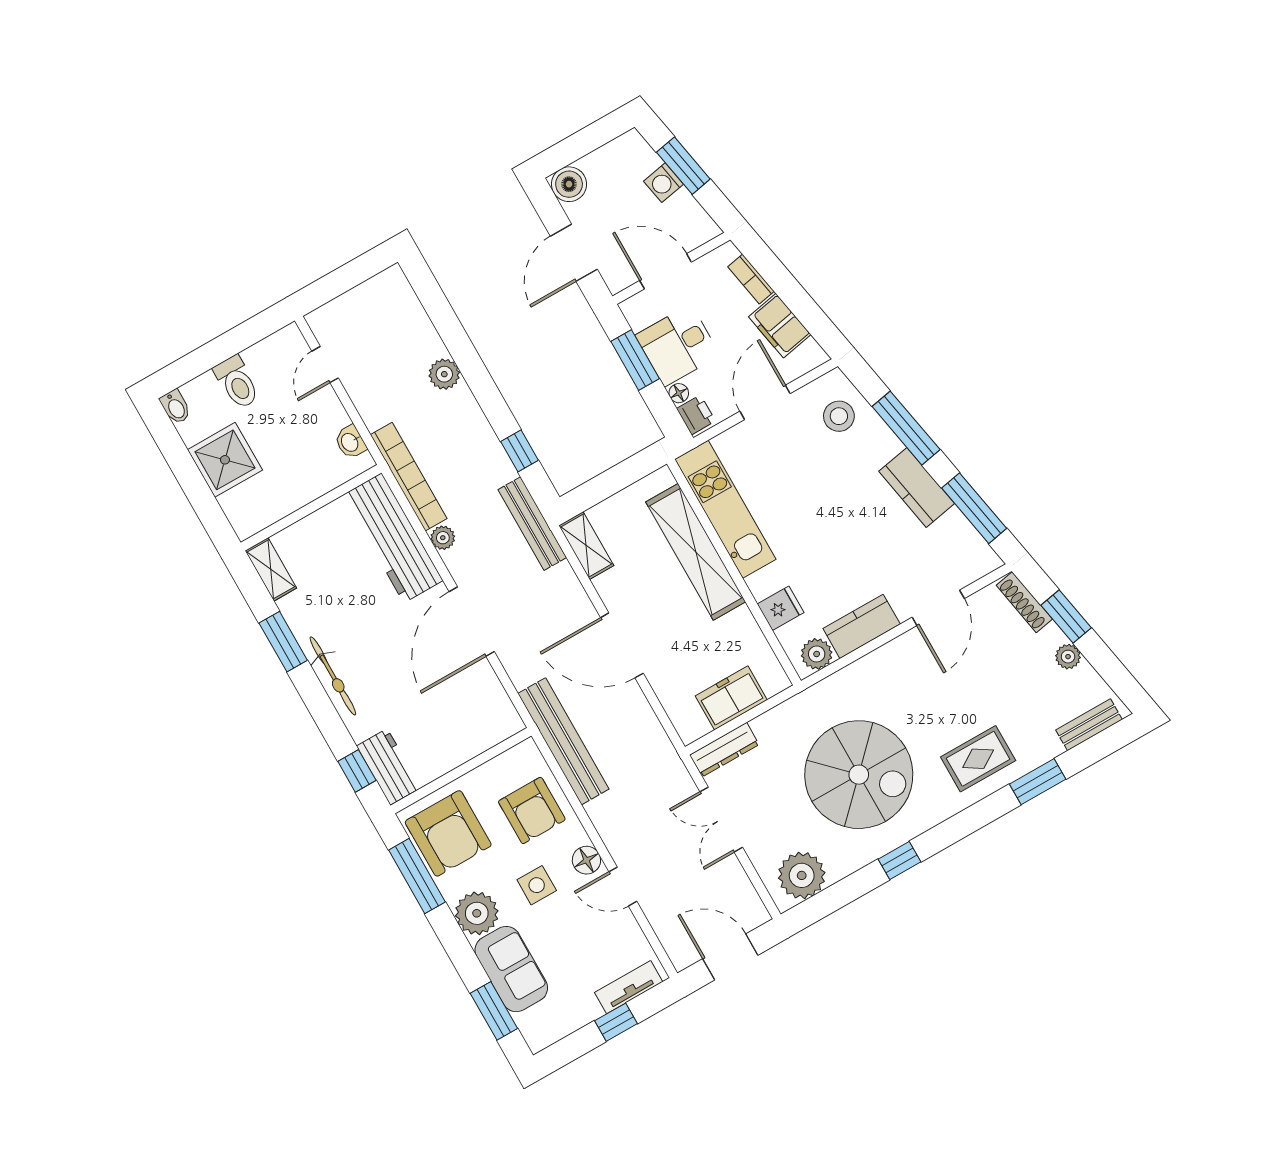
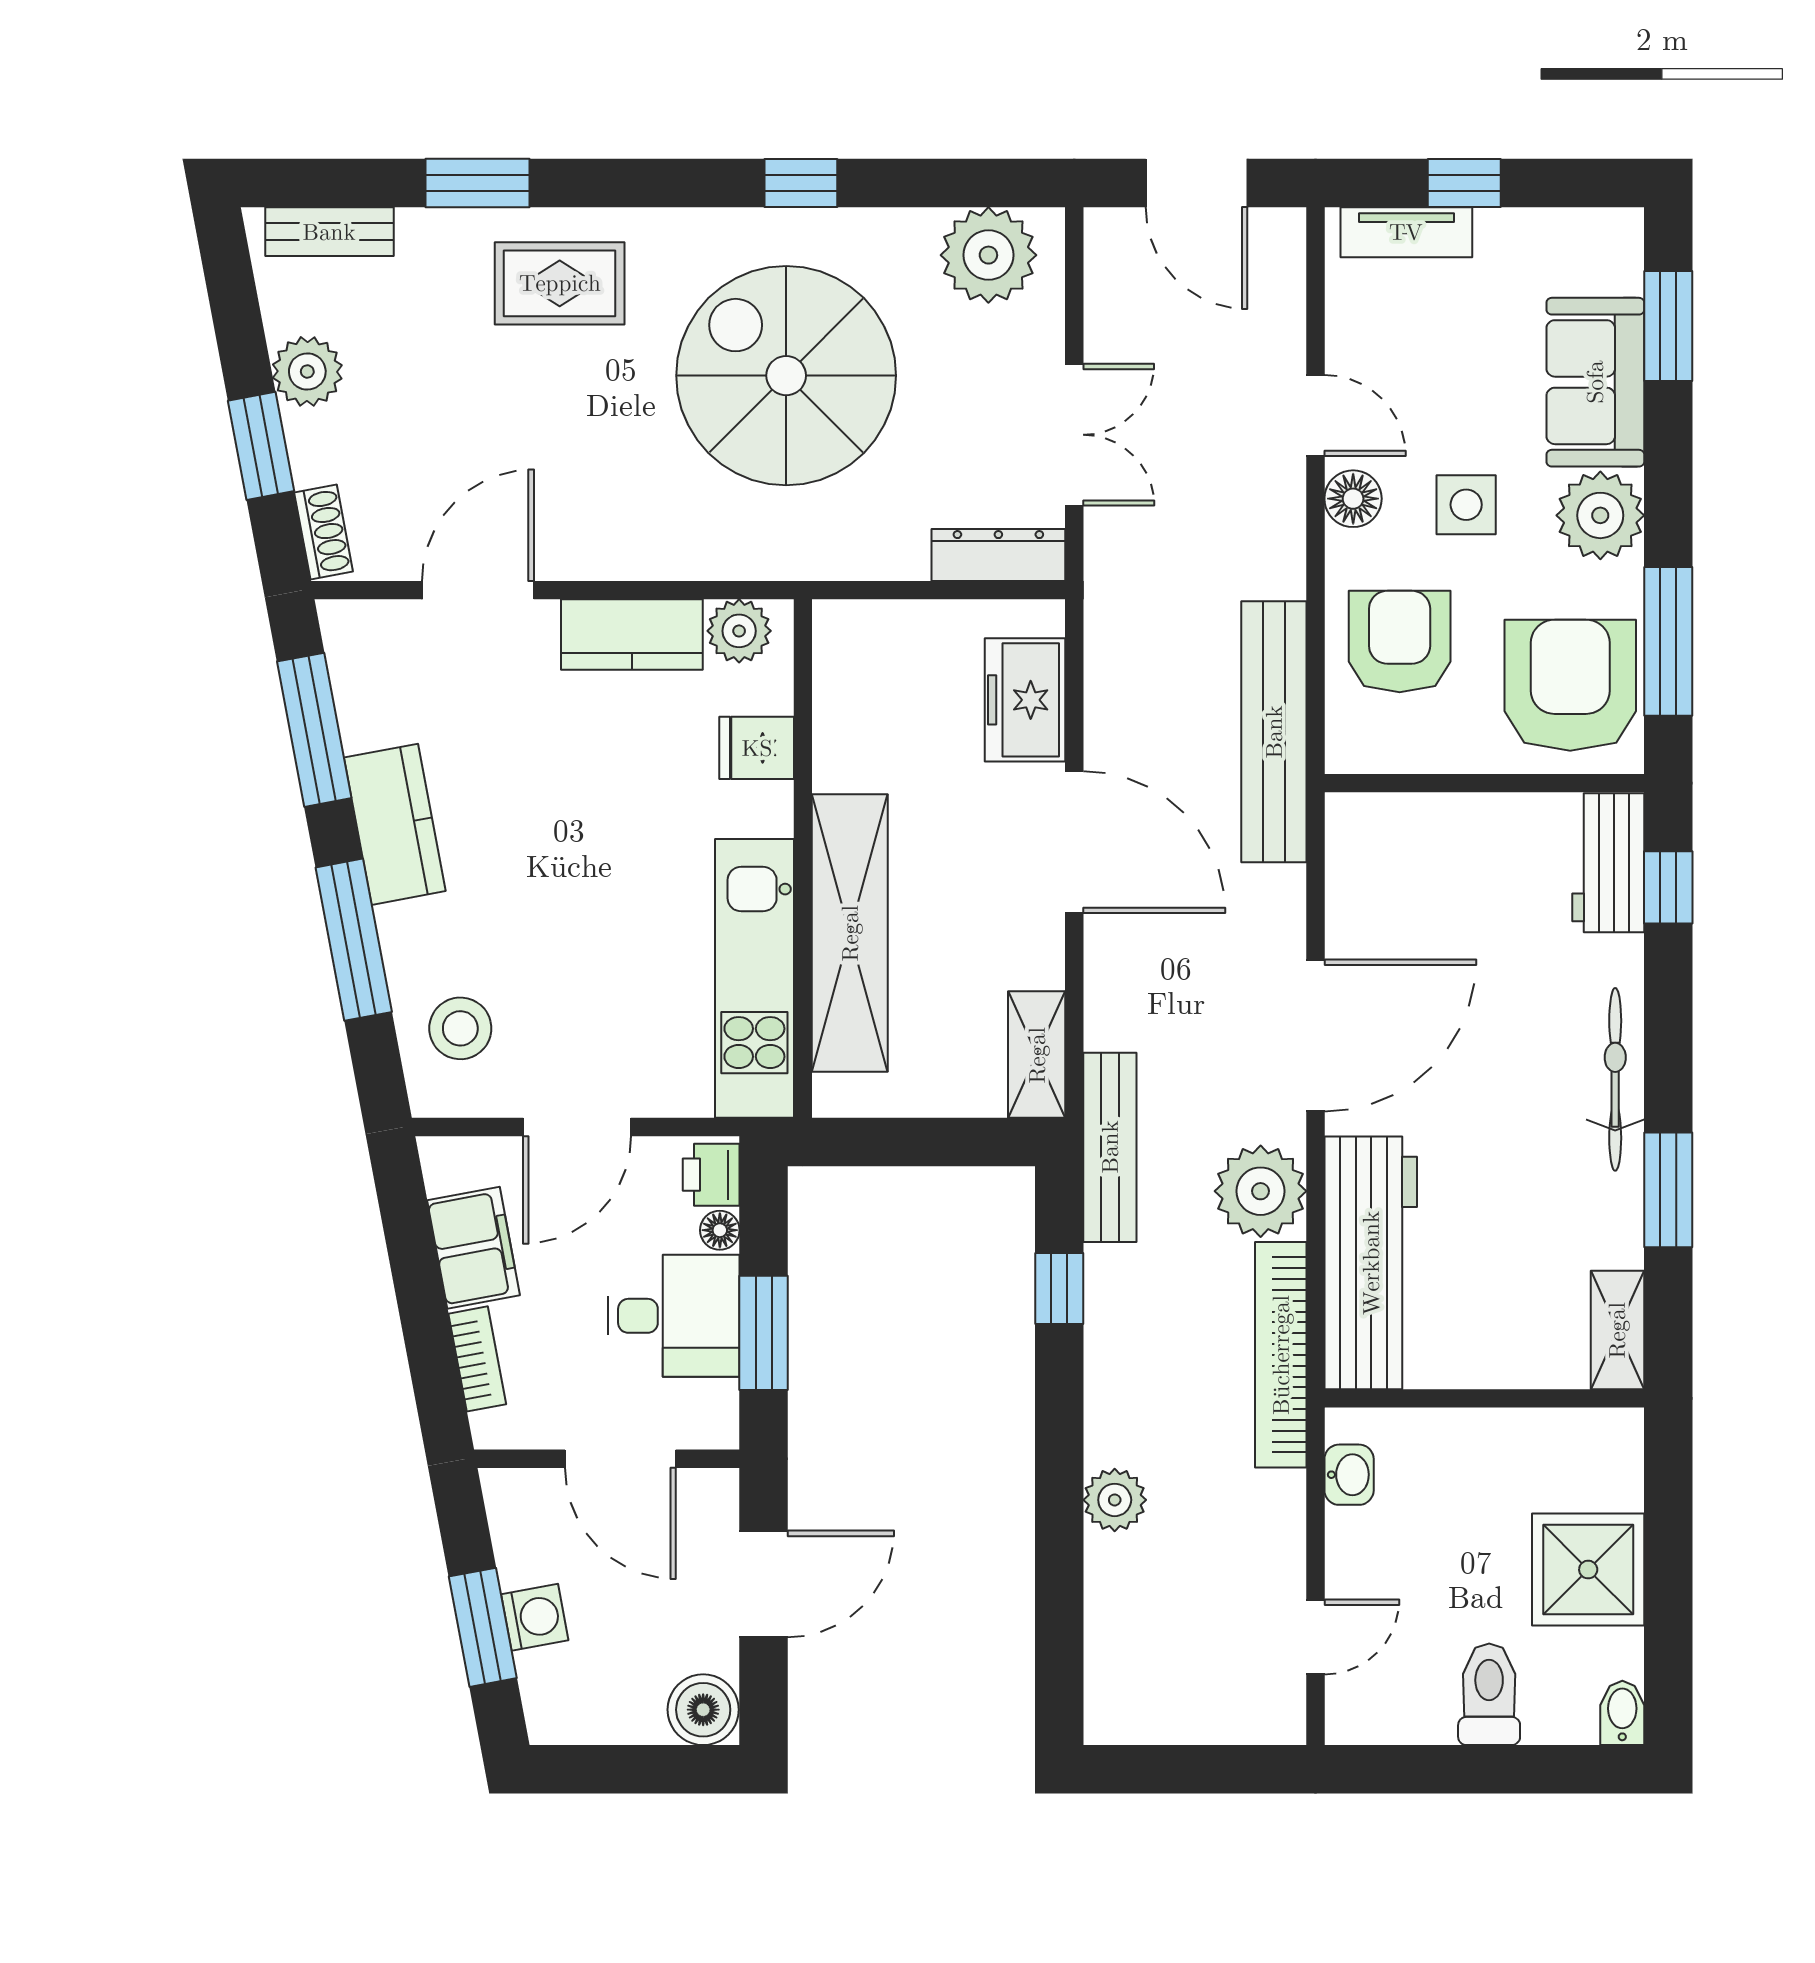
plant: (443, 538) -> (1261, 1191), width x1.87, depth x1.87
shoe rack: (1024, 602) -> (324, 532), width x0.70
plant: (1068, 657) -> (307, 371), width x1.38, depth x1.38
freezer: (731, 698) -> (1025, 700), moved, turned 90

